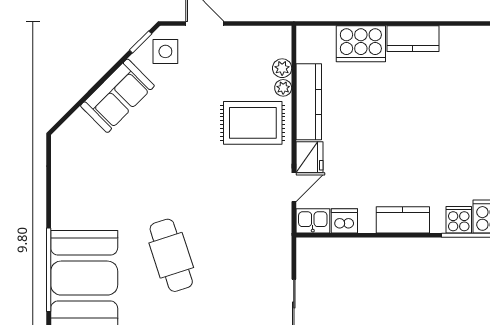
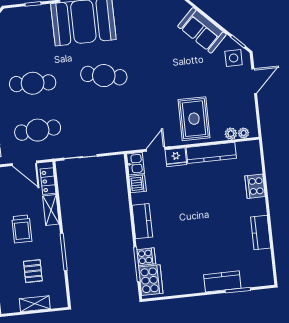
kitchen counter: (413, 39) -> (261, 233), moved
cooker: (361, 44) -> (255, 186), width x0.73, depth x0.76
plant: (283, 88) -> (244, 133), moved
door: (294, 187) -> (156, 149), swing flipped
cafe table: (171, 255) -> (104, 76), turned 30

